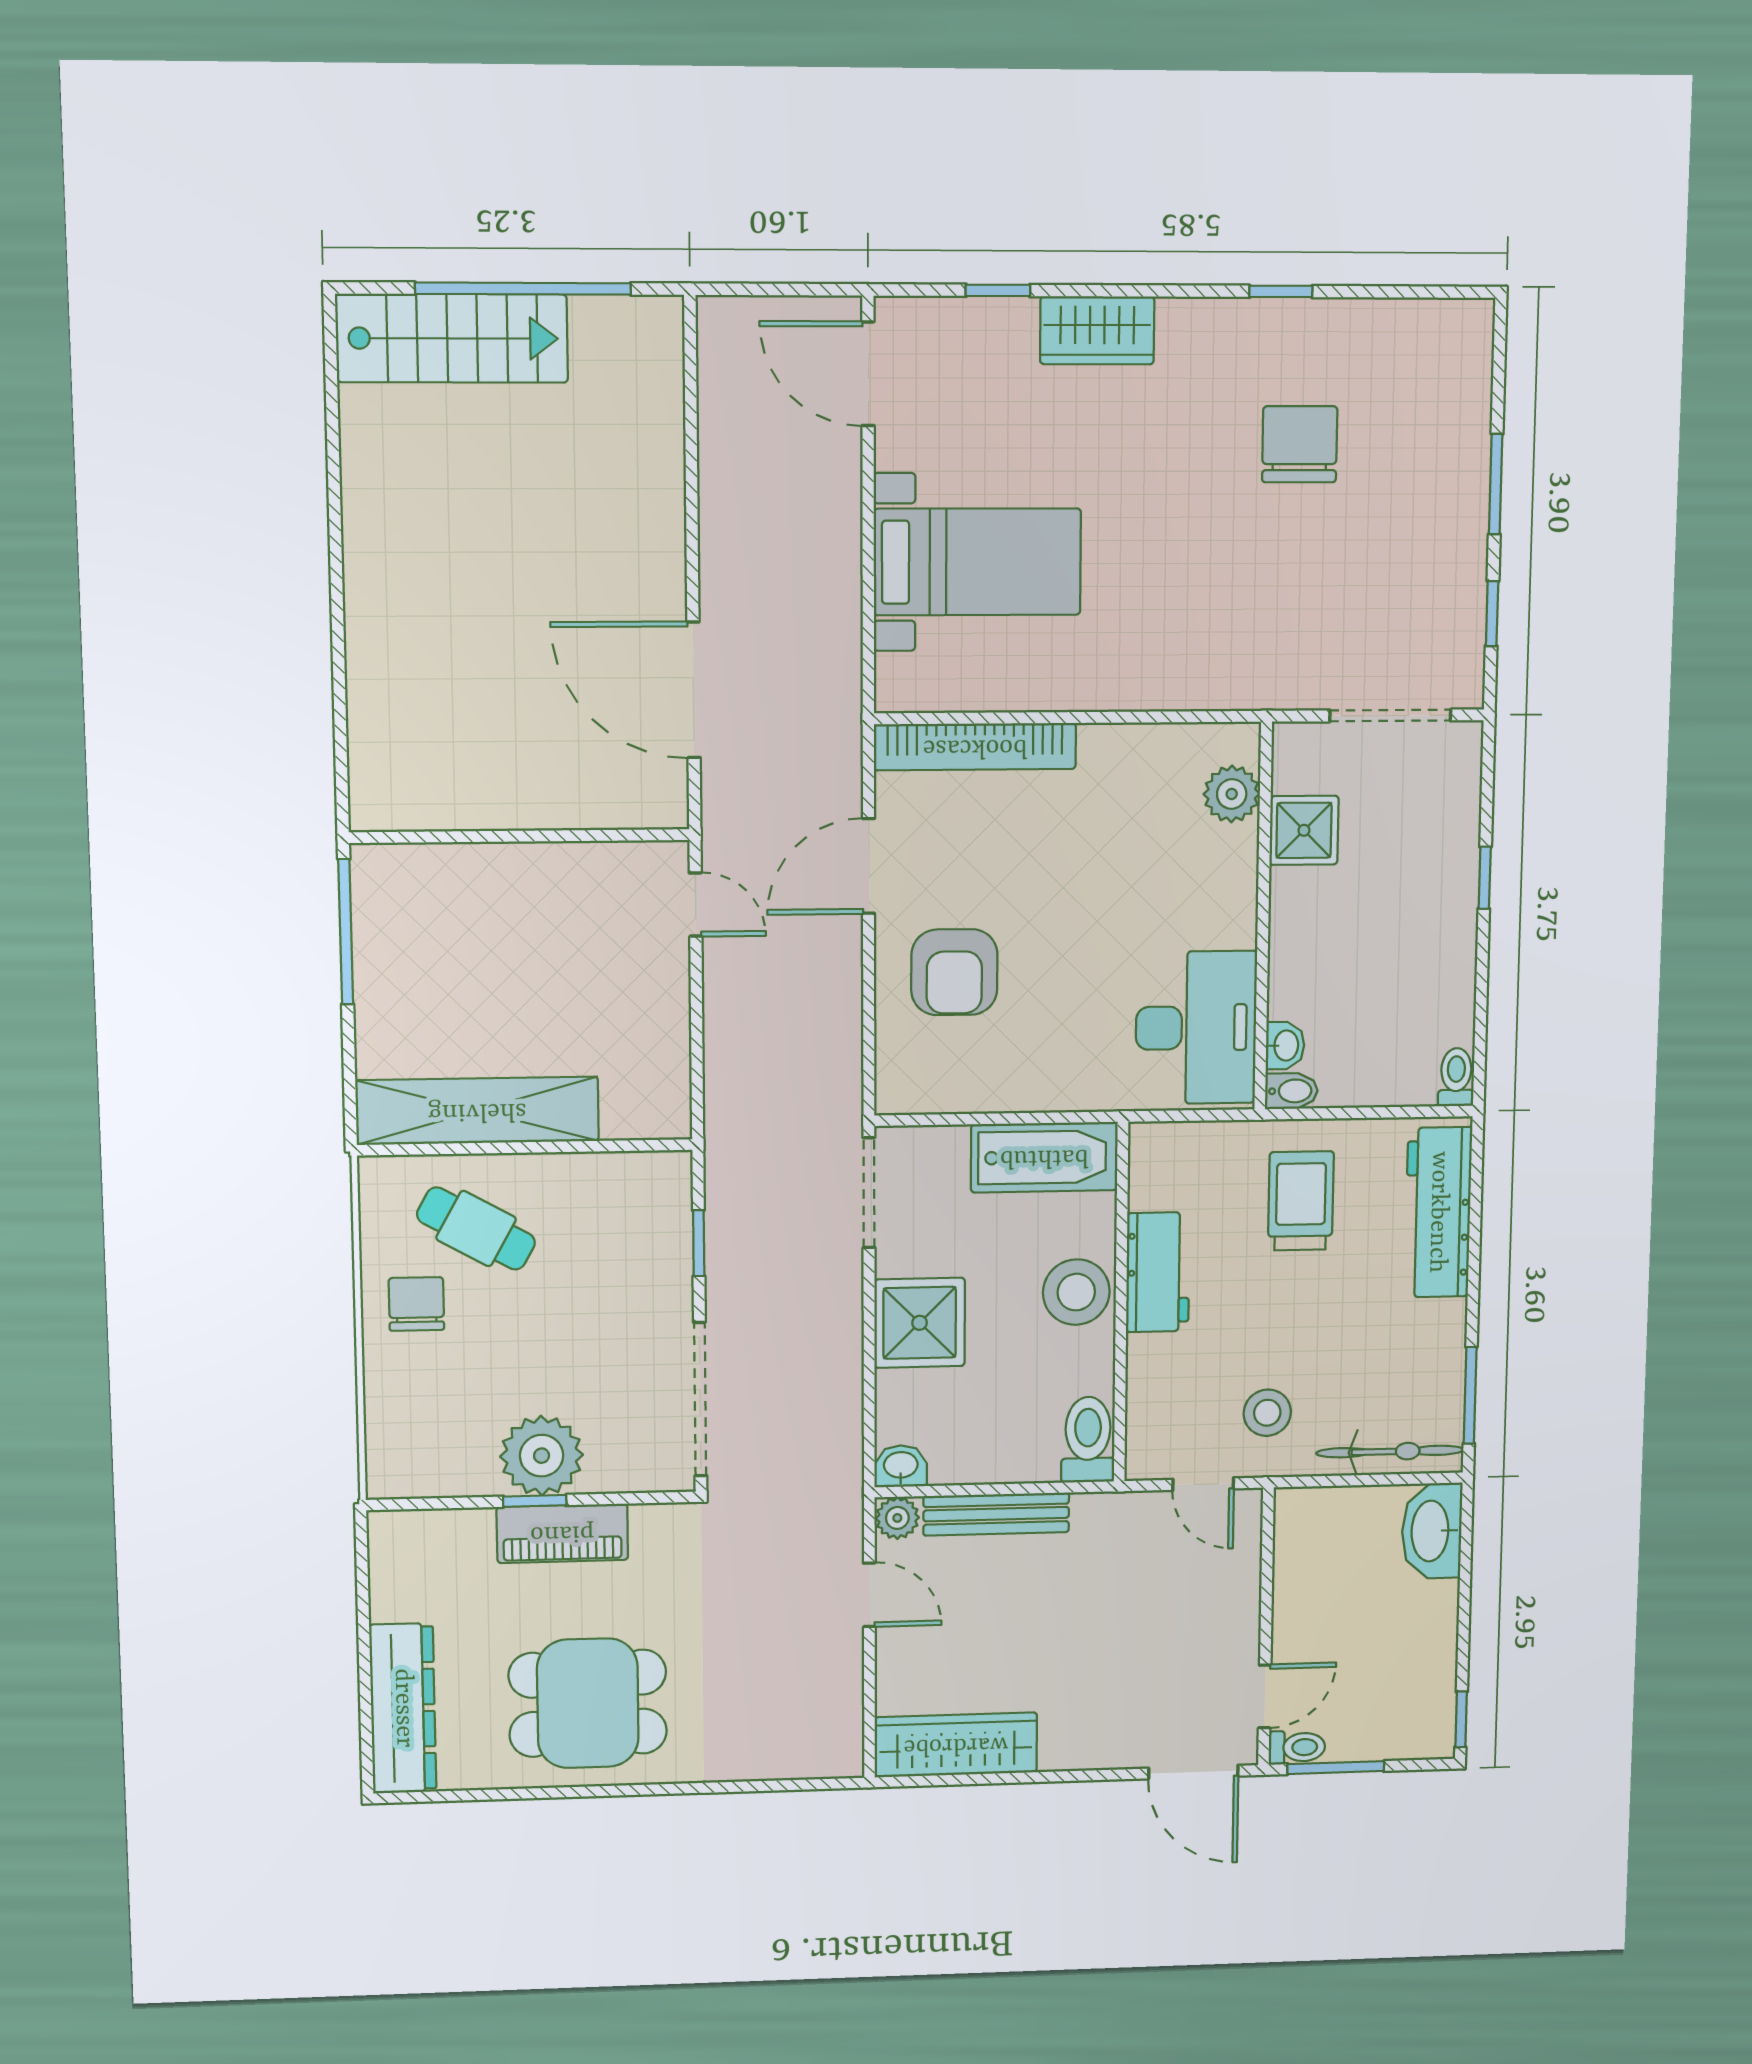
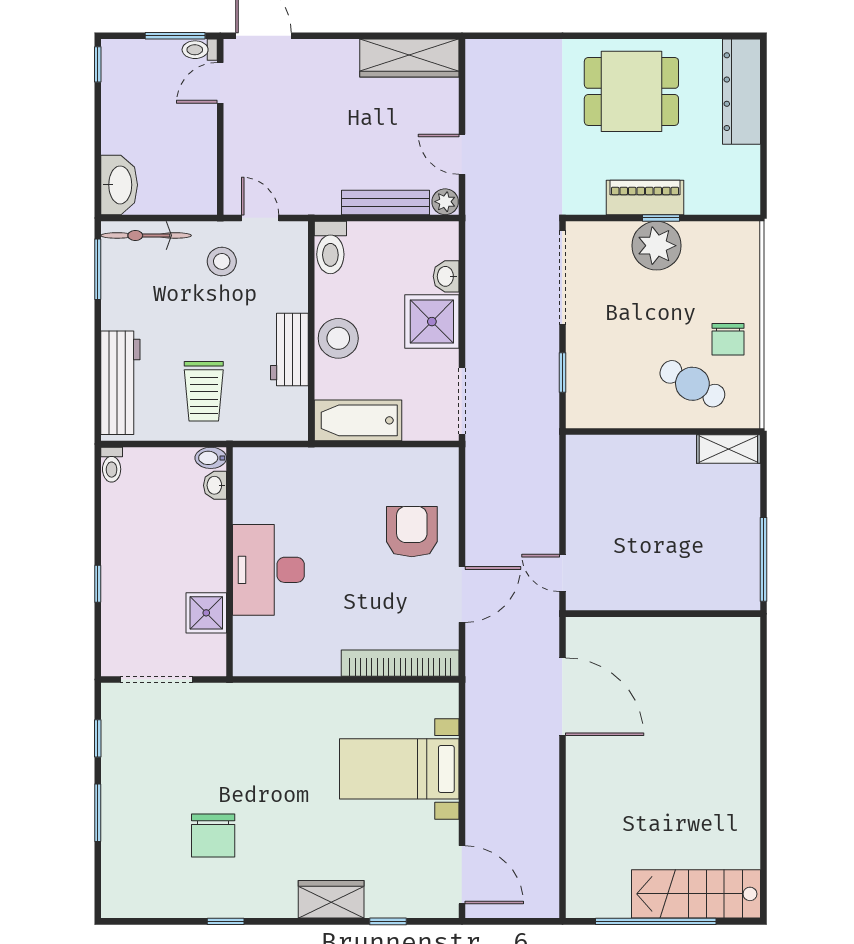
plant: (1232, 794) -> (249, 634), removed
desk: (1196, 1028) -> (268, 570), moved
shelving: (477, 1111) -> (728, 449), width x0.45, depth x0.75
washbasin: (901, 1466) -> (446, 276), moved, turned 90

